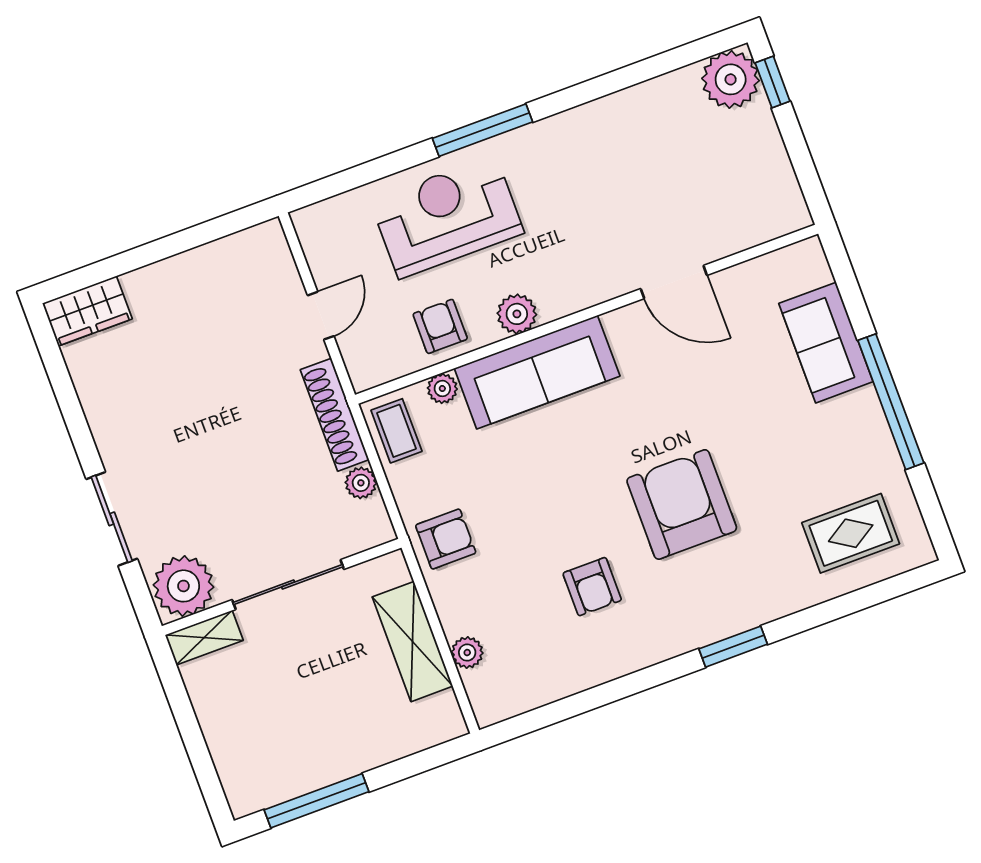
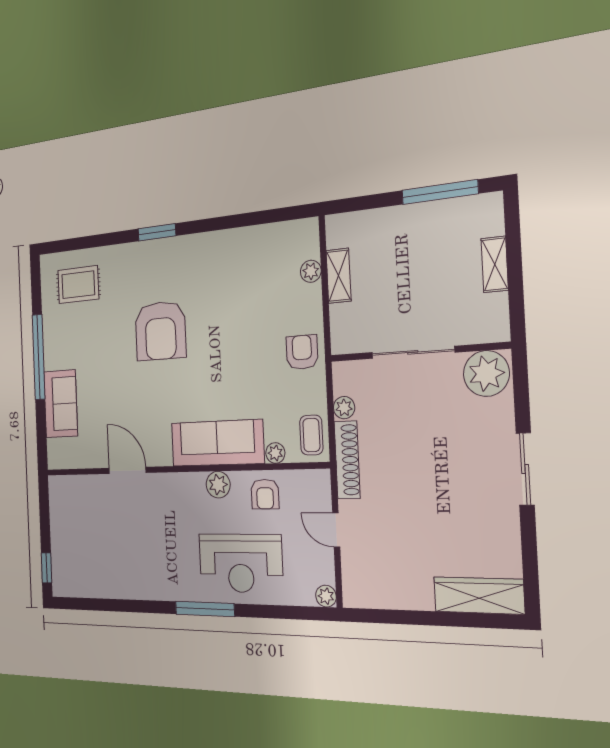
plant: (731, 79) -> (326, 596), moved, width x0.53, depth x0.53
wardrobe: (87, 311) -> (479, 595), width x1.50
door: (321, 316) -> (336, 530), hinge flipped
sliding door: (112, 519) -> (525, 469), moved
armchair: (446, 539) -> (302, 352), turned 90
armchair: (592, 587) -> (224, 294), removed
shelving: (204, 638) -> (495, 264), moved, turned 90
shelving: (412, 642) -> (339, 276), width x0.67, depth x0.75

